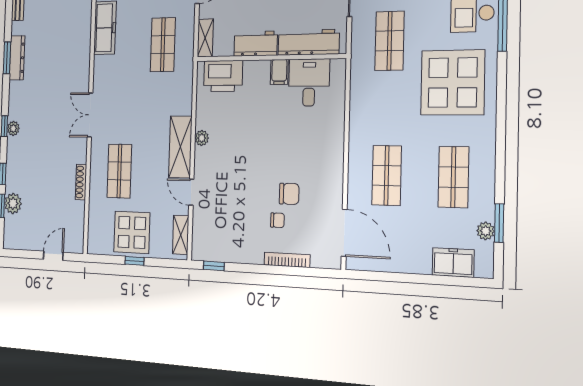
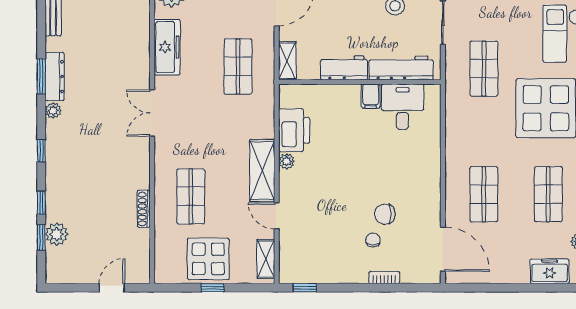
printer: (223, 76) -> (294, 130), moved, turned -90
double door: (90, 115) -> (152, 113), moved
plant: (13, 128) -> (53, 110), moved
chair: (289, 194) -> (385, 214), turned 180
chair: (277, 220) -> (373, 240), turned -90
bookcase: (287, 260) -> (384, 278), width x0.64

